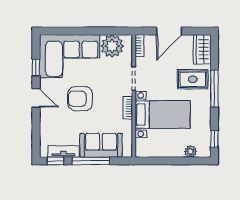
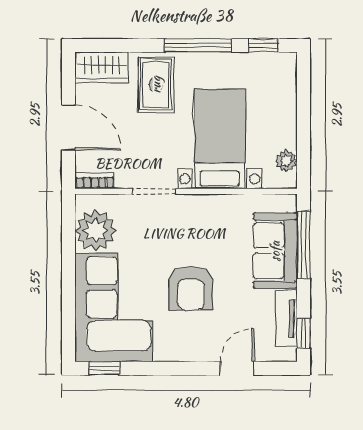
window: (36, 67) -> (104, 368), moved
window: (214, 89) -> (198, 45), moved
door: (36, 98) -> (237, 368), moved
bookcase: (128, 108) -> (208, 202), removed
plant: (190, 151) -> (286, 161), moved
window: (91, 161) -> (303, 245), moved

